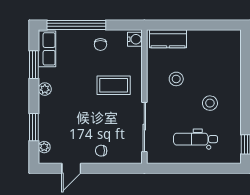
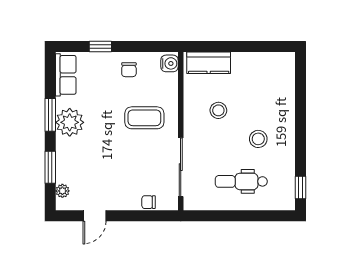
window: (76, 25) -> (100, 47), width x0.32
window: (34, 65) -> (50, 115), moved
plant: (45, 89) -> (70, 122), width x1.88, depth x1.88
chair: (101, 151) -> (149, 202), moved

